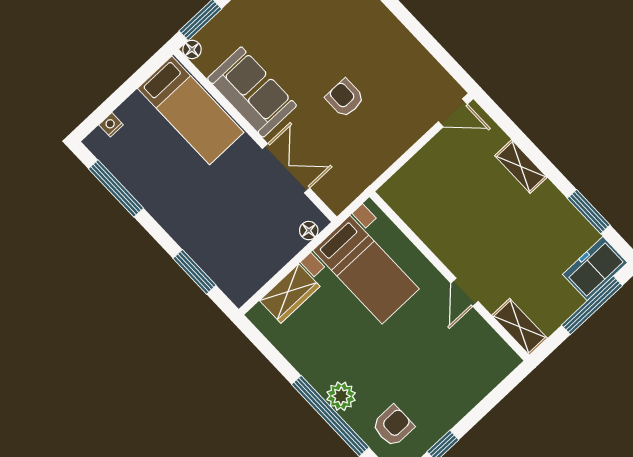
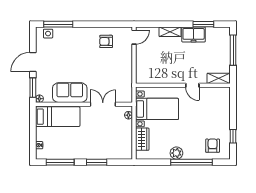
armchair: (345, 98) -> (106, 41), moved
freezer: (595, 269) -> (194, 34), moved, turned -90
window: (195, 272) -> (97, 162), moved
plant: (341, 396) -> (176, 153), moved

